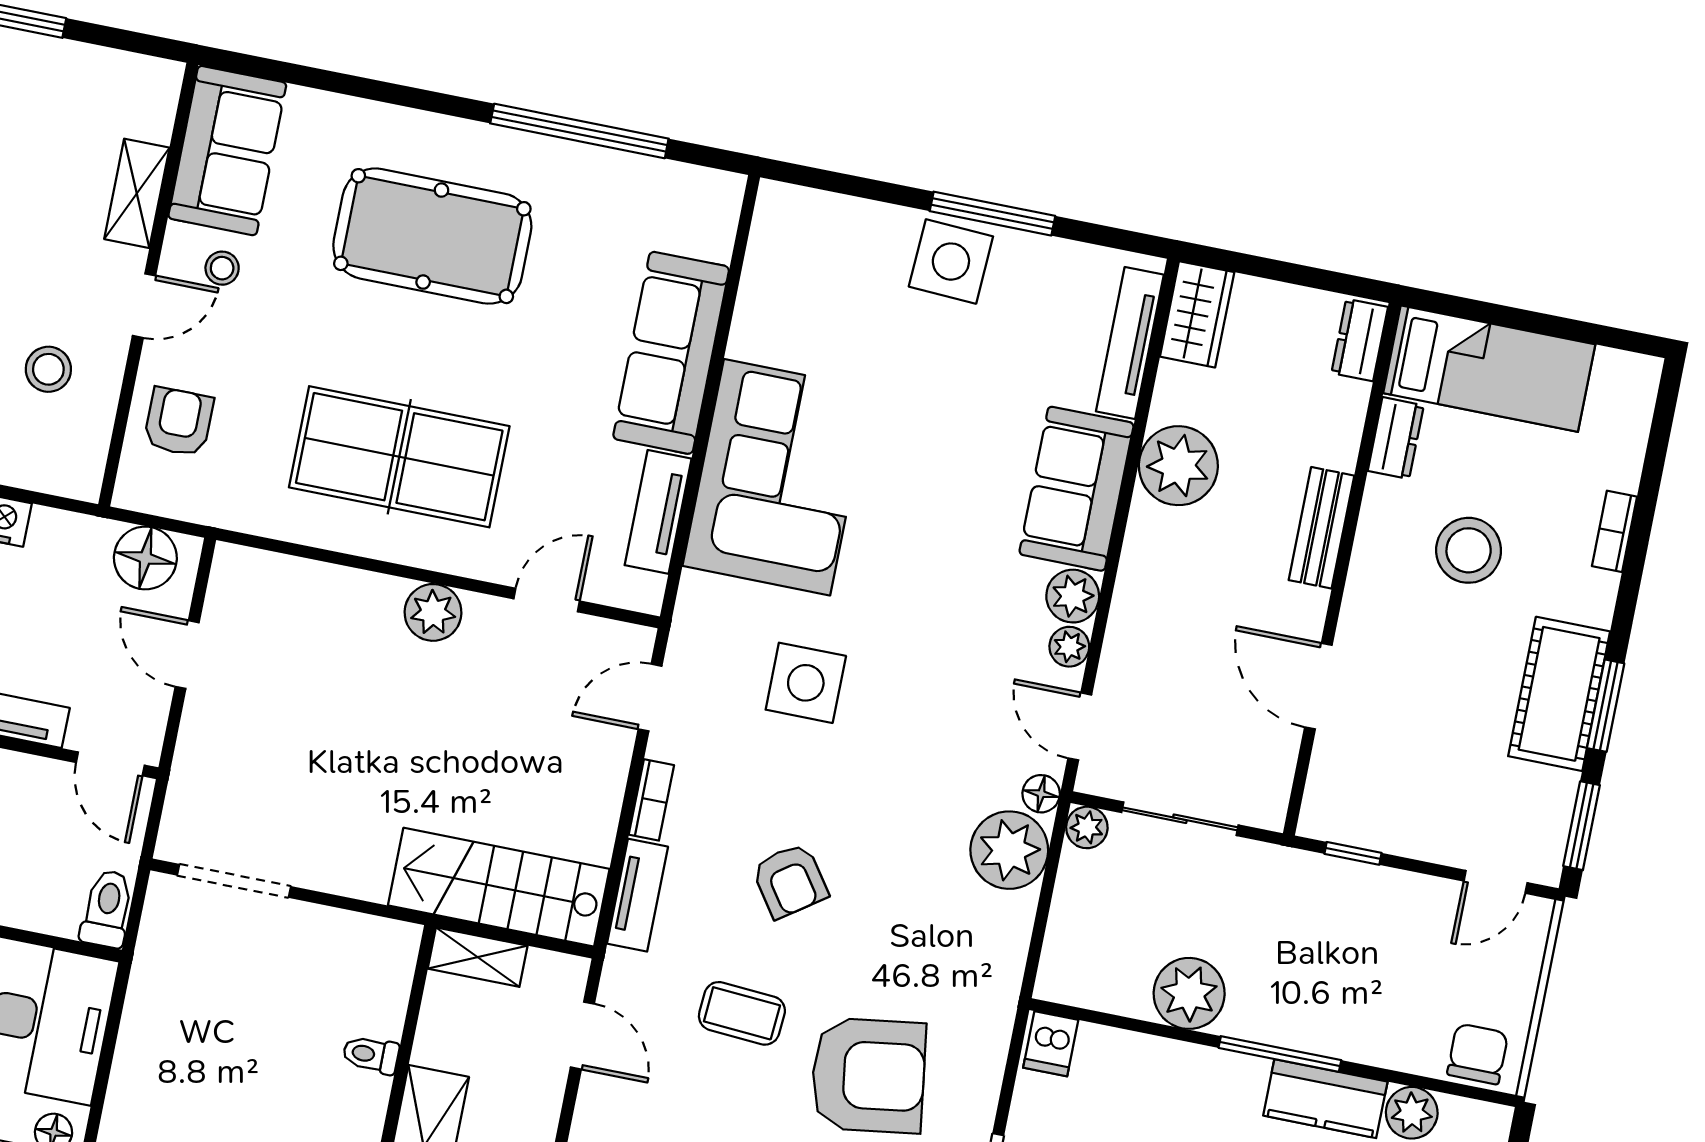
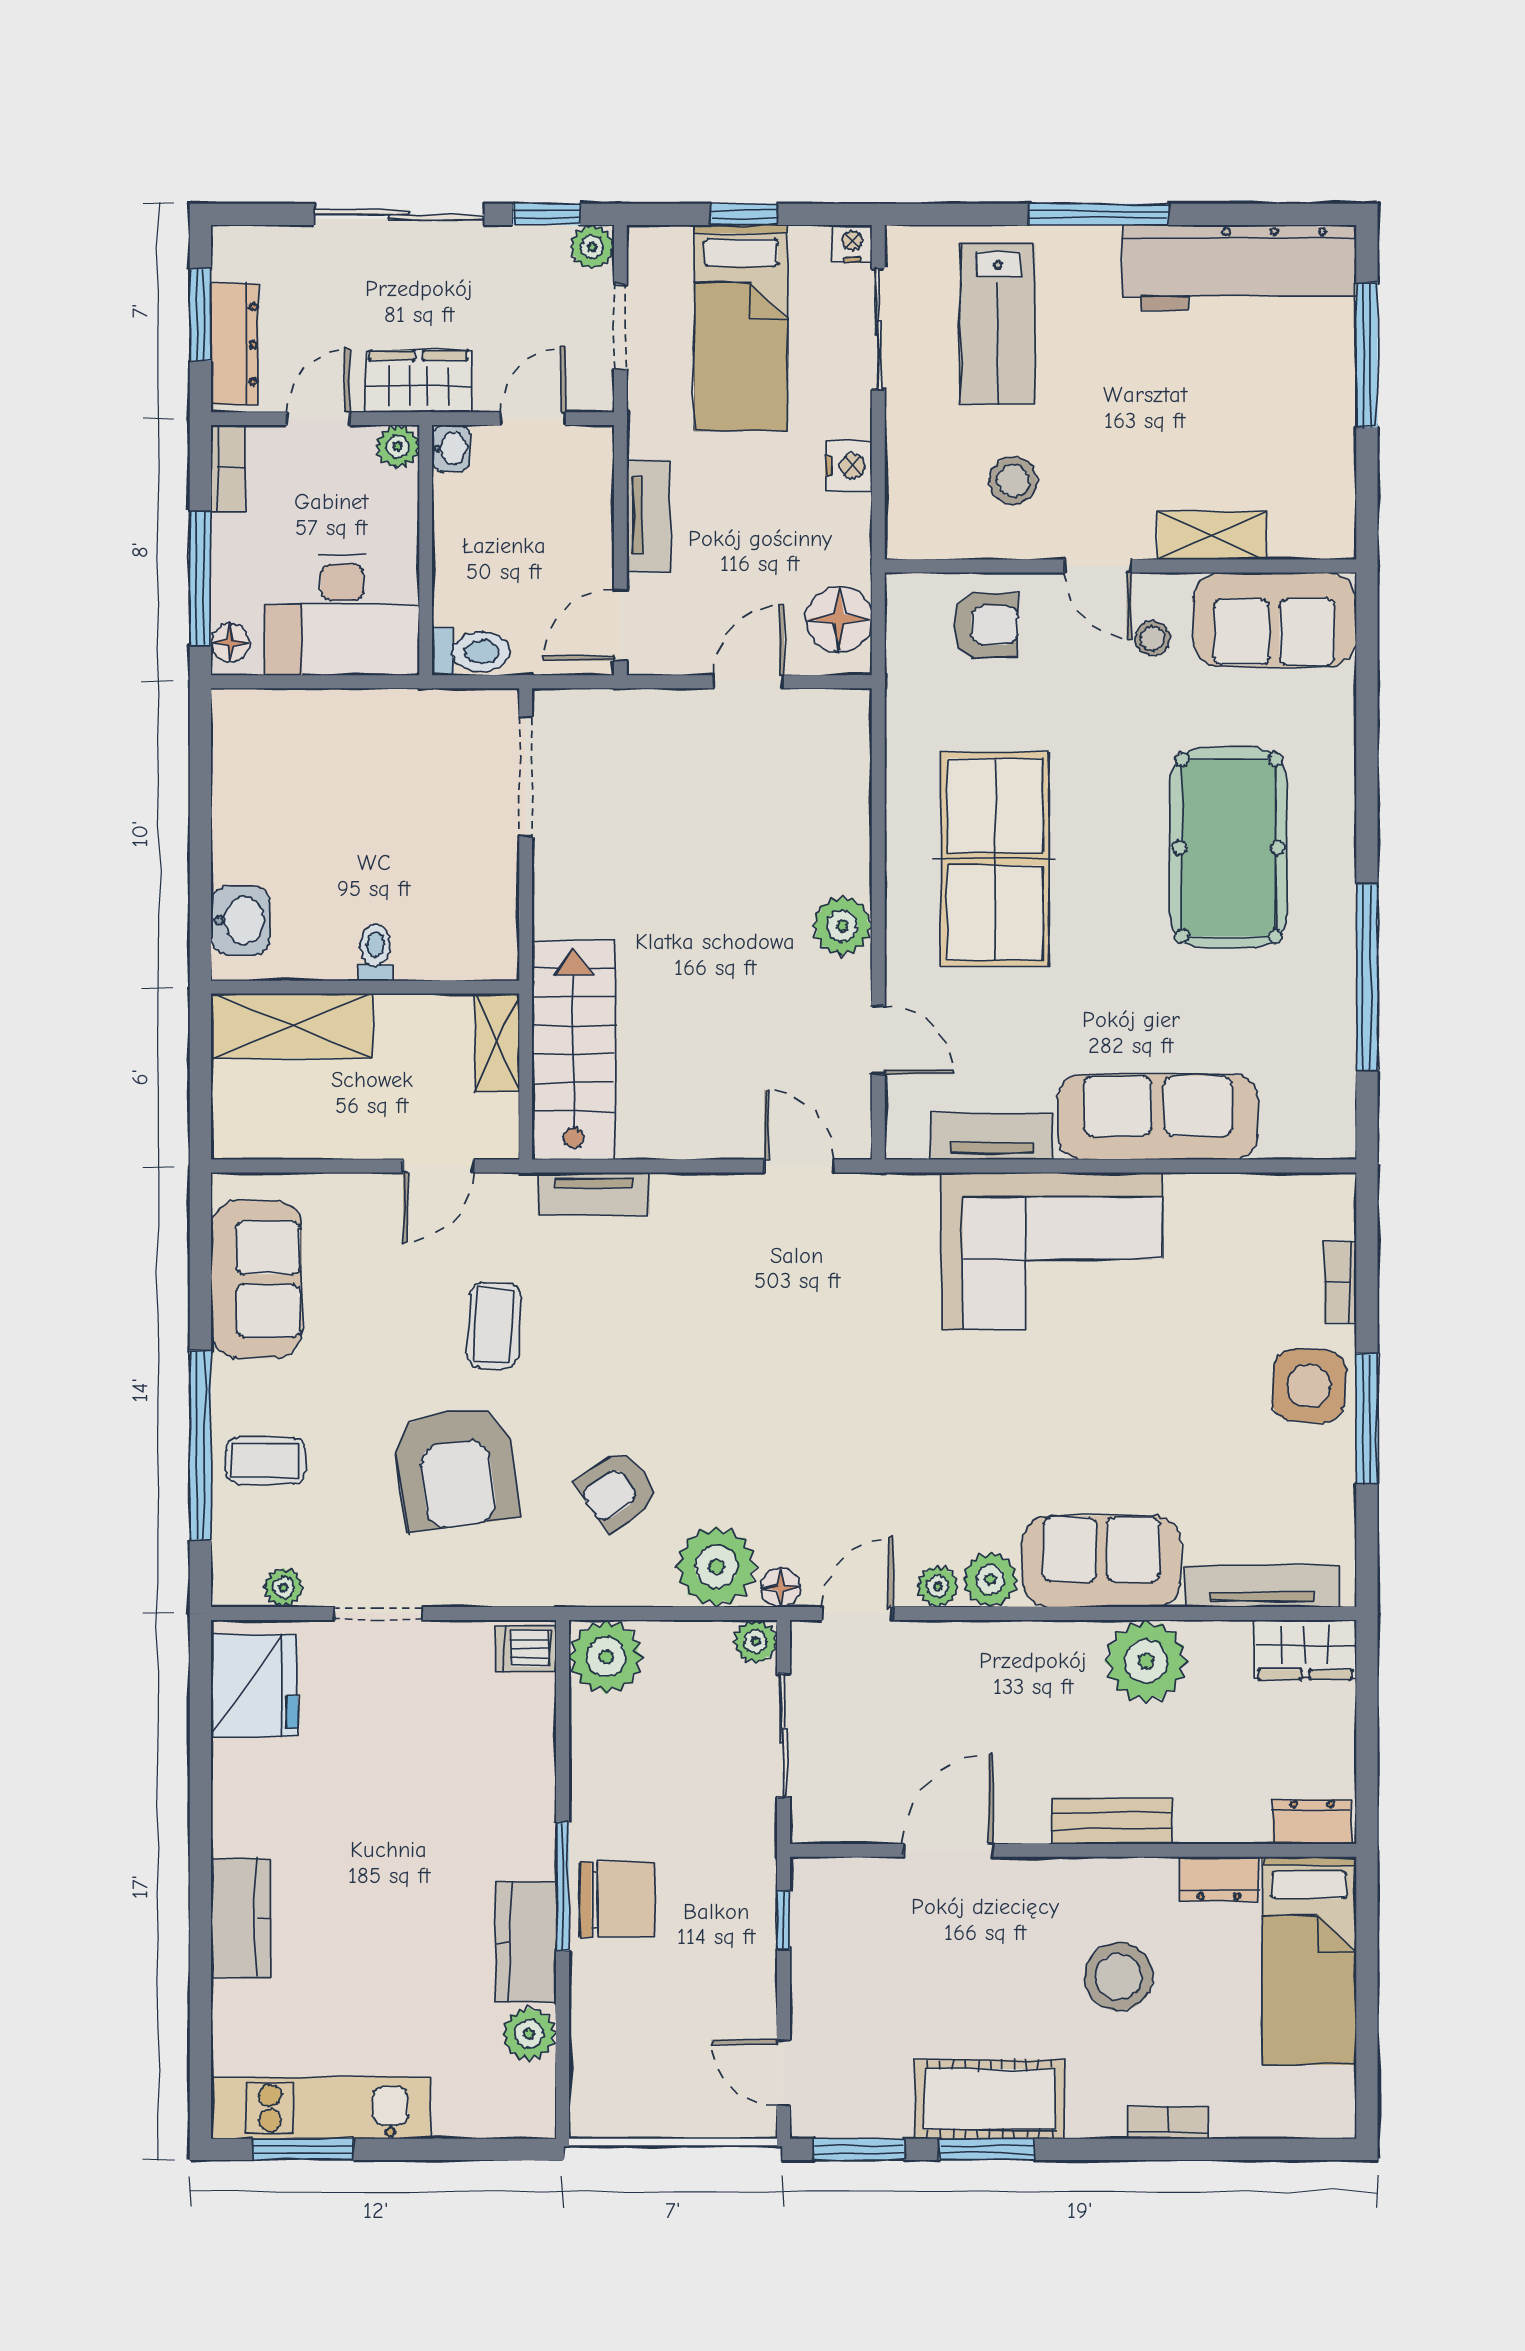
side table: (806, 683) -> (846, 1323), removed
bookcase: (651, 800) -> (1340, 1282), moved, turned 90
armchair: (790, 881) -> (617, 1490), moved
plant: (1189, 993) -> (606, 1657), moved
chair: (1478, 1054) -> (617, 1900), moved, width x1.37, depth x1.37

